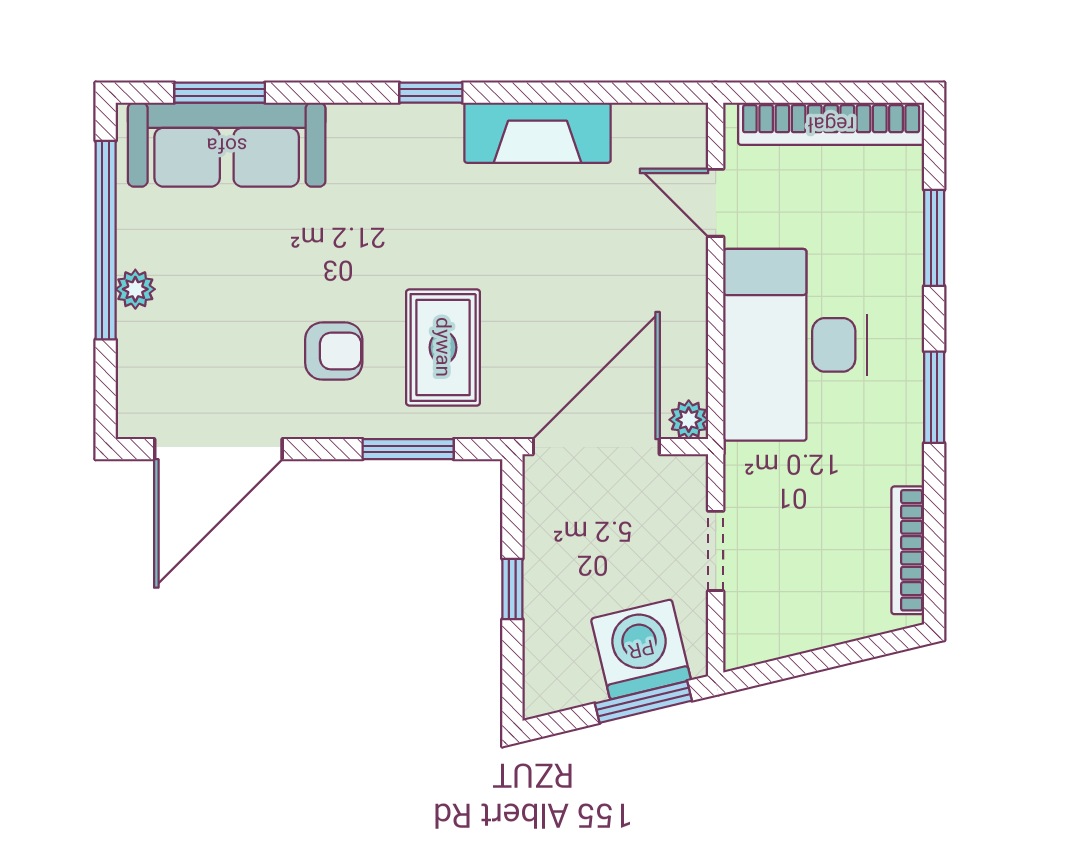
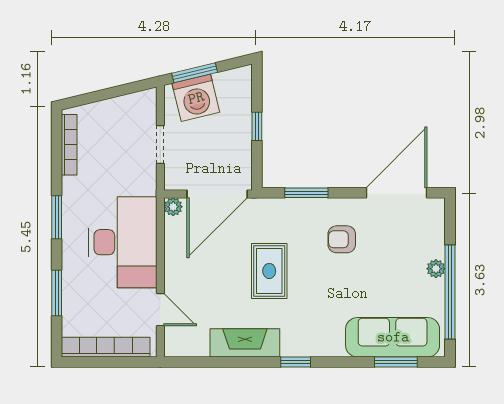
rug: (443, 347) -> (269, 271), moved

